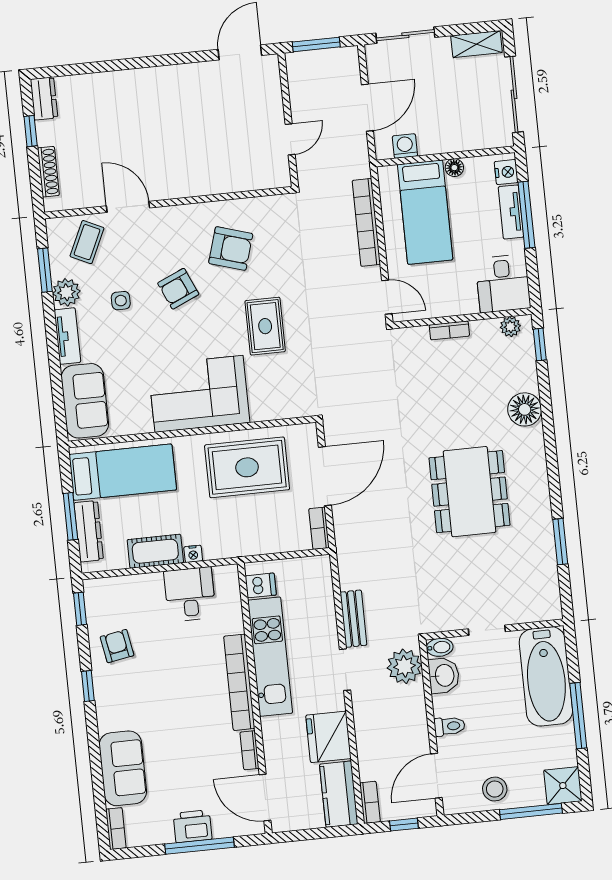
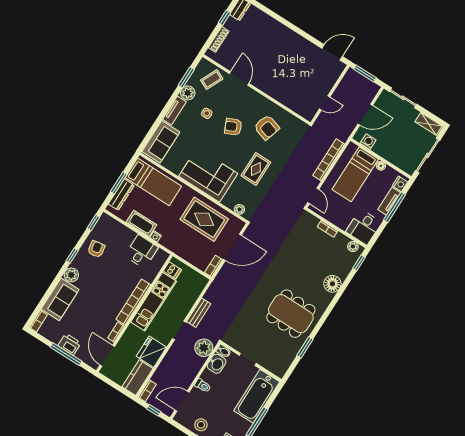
plant: (289, 409) -> (239, 209), added
dining table: (470, 492) -> (291, 314), moved, turned 90
plant: (110, 717) -> (71, 275), added

